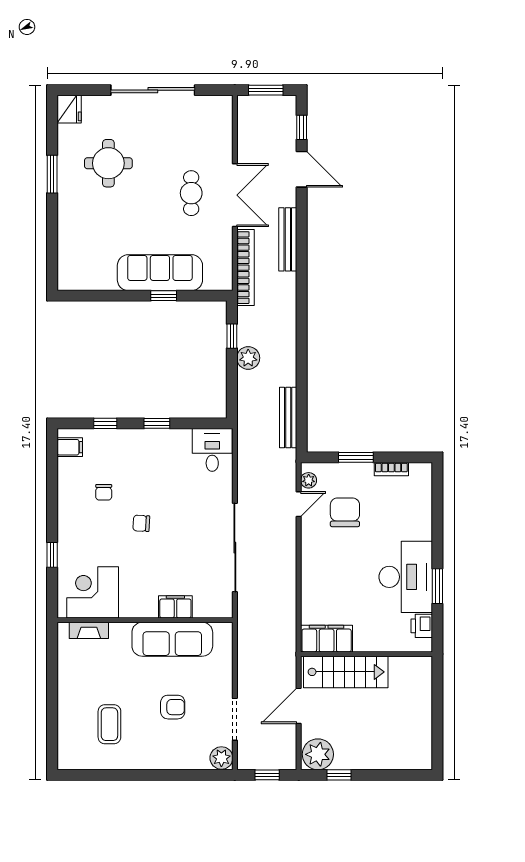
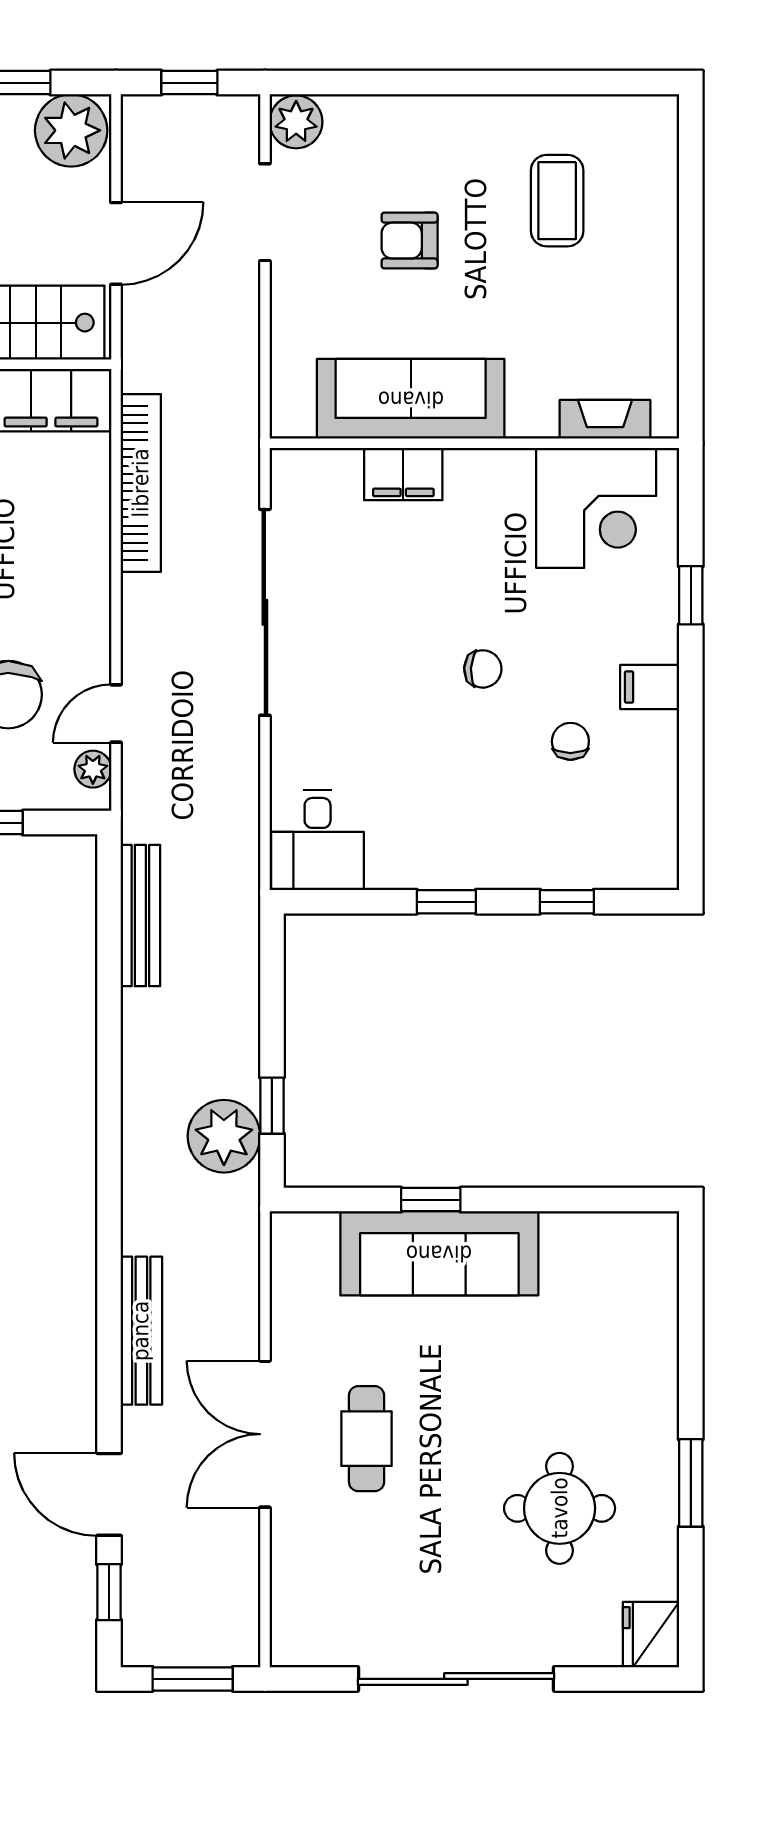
bookcase: (245, 268) -> (141, 483), moved, turned 180
plant: (248, 358) -> (224, 1136), moved, width x1.36, depth x1.36
filing cabinet: (70, 447) -> (650, 687), moved

